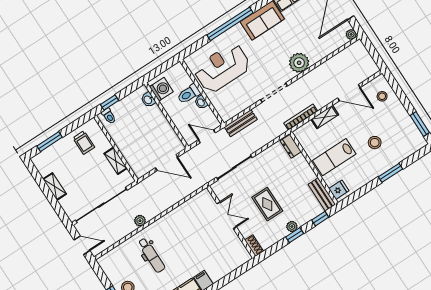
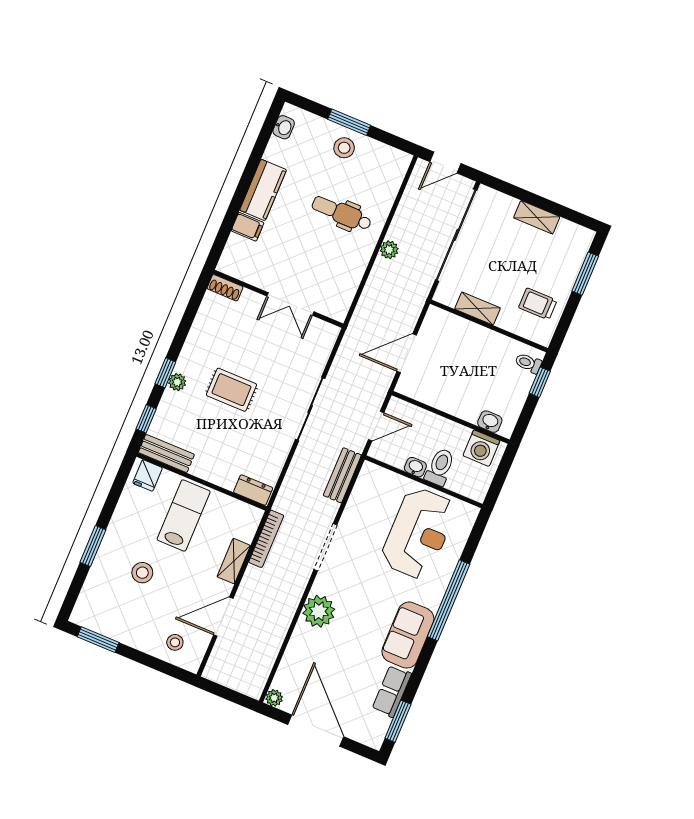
double door: (227, 215) -> (290, 304), moved
wall: (231, 222) -> (278, 299), moved
shoe rack: (254, 246) -> (225, 288), moved

